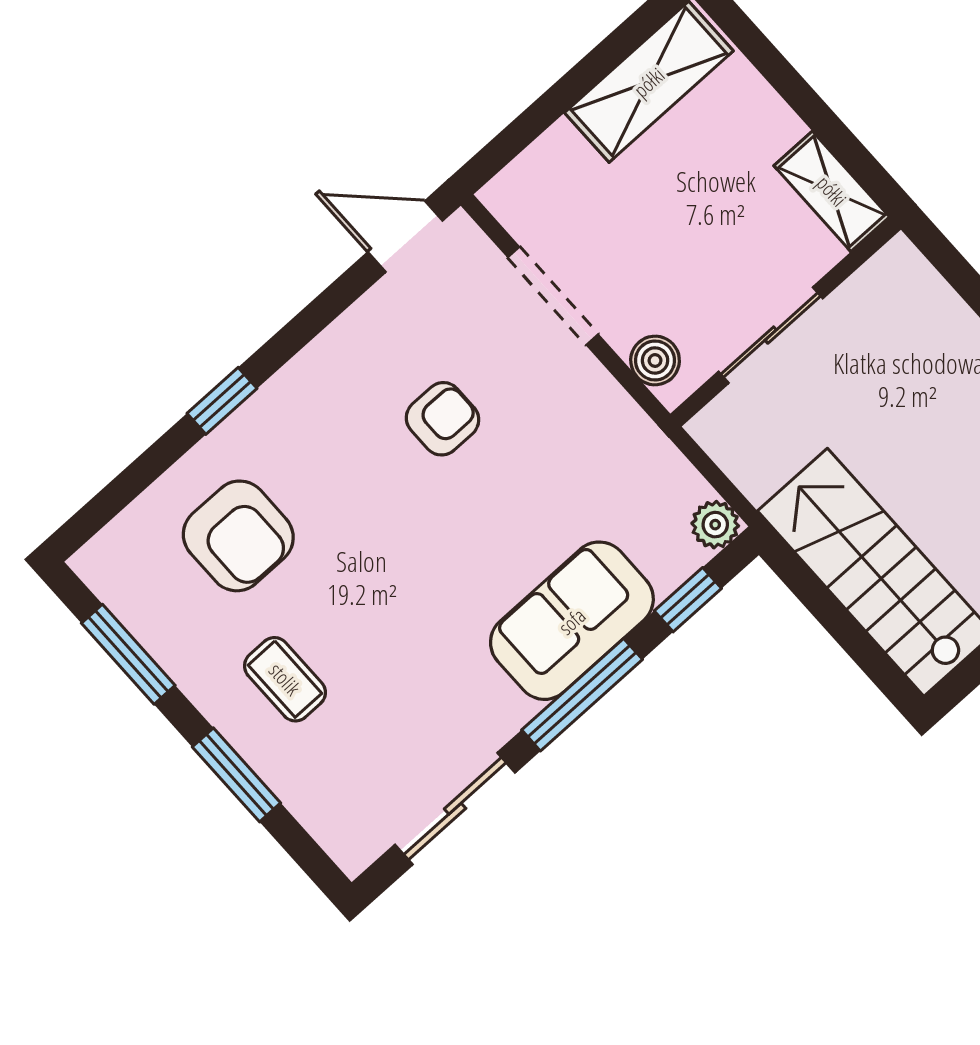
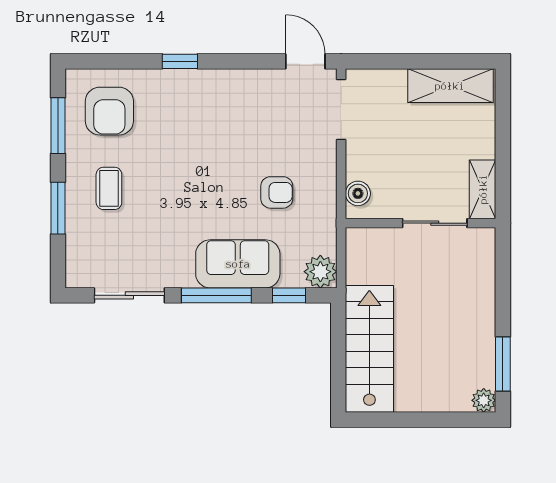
doorway: (553, 296) -> (341, 110), moved
sliding door: (771, 335) -> (435, 223), moved
armchair: (442, 419) -> (277, 192), moved
plant: (715, 525) -> (320, 272), width x1.38, depth x1.38
armchair: (238, 536) -> (109, 111), moved

